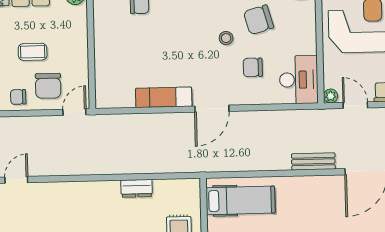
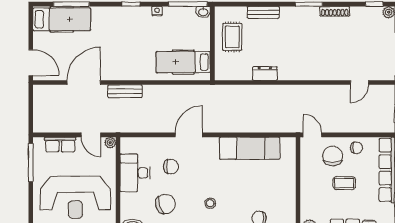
stool: (226, 38) -> (210, 203), moved
desk: (299, 80) -> (135, 173), moved
exam couch: (164, 97) -> (250, 148), width x1.36, depth x1.45
door: (212, 109) -> (189, 135), moved
door: (74, 112) -> (312, 135), swing flipped

